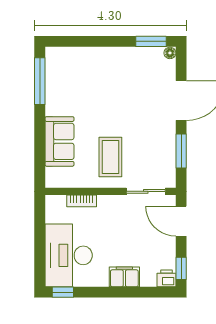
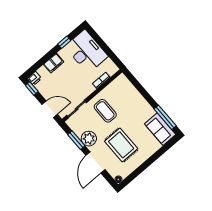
window: (151, 41) -> (131, 177), removed
rug: (128, 95) -> (121, 145), added
plant: (163, 139) -> (89, 139), added
sofa: (59, 141) -> (160, 129), moved
window: (63, 292) -> (64, 42), moved

